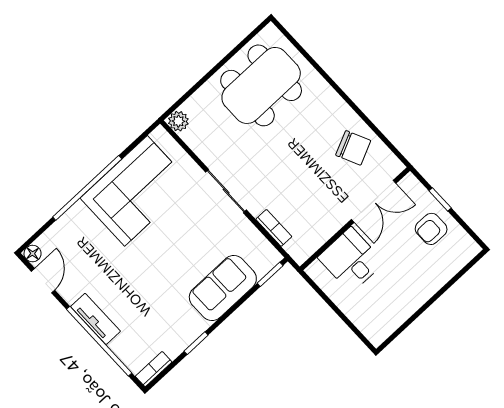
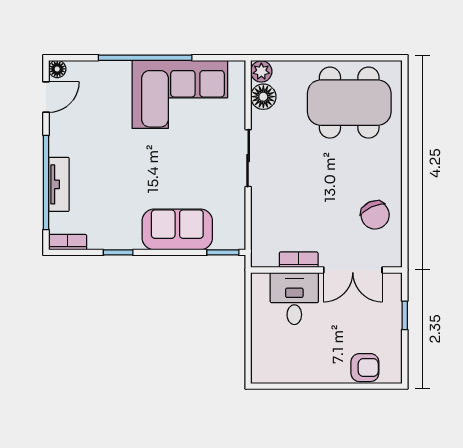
floor lamp: (196, 138) -> (263, 97), added
bookcase: (274, 228) -> (299, 260), moved, turned -90
armchair: (431, 229) -> (365, 368), moved, turned 180
tv unit: (96, 319) -> (59, 184), moved

